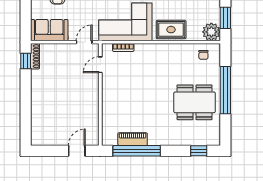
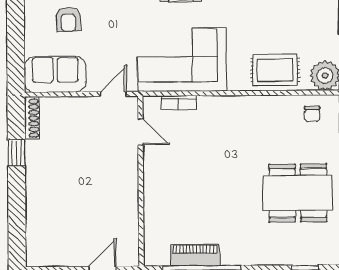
rug: (171, 30) -> (275, 70), moved
window: (26, 61) -> (16, 153), moved
door: (100, 65) -> (140, 132), swing flipped

